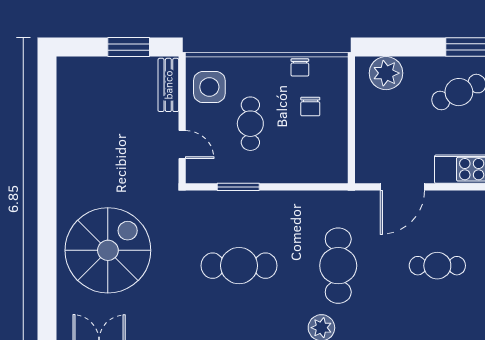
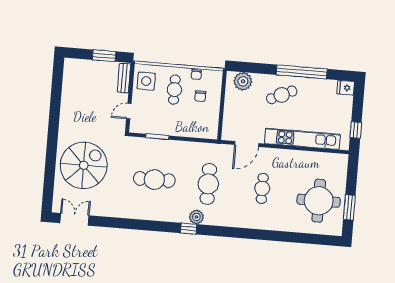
cafe table: (250, 124) -> (174, 90), moved
door: (182, 145) -> (129, 111), swing flipped
cafe table: (437, 266) -> (262, 188), turned 90

